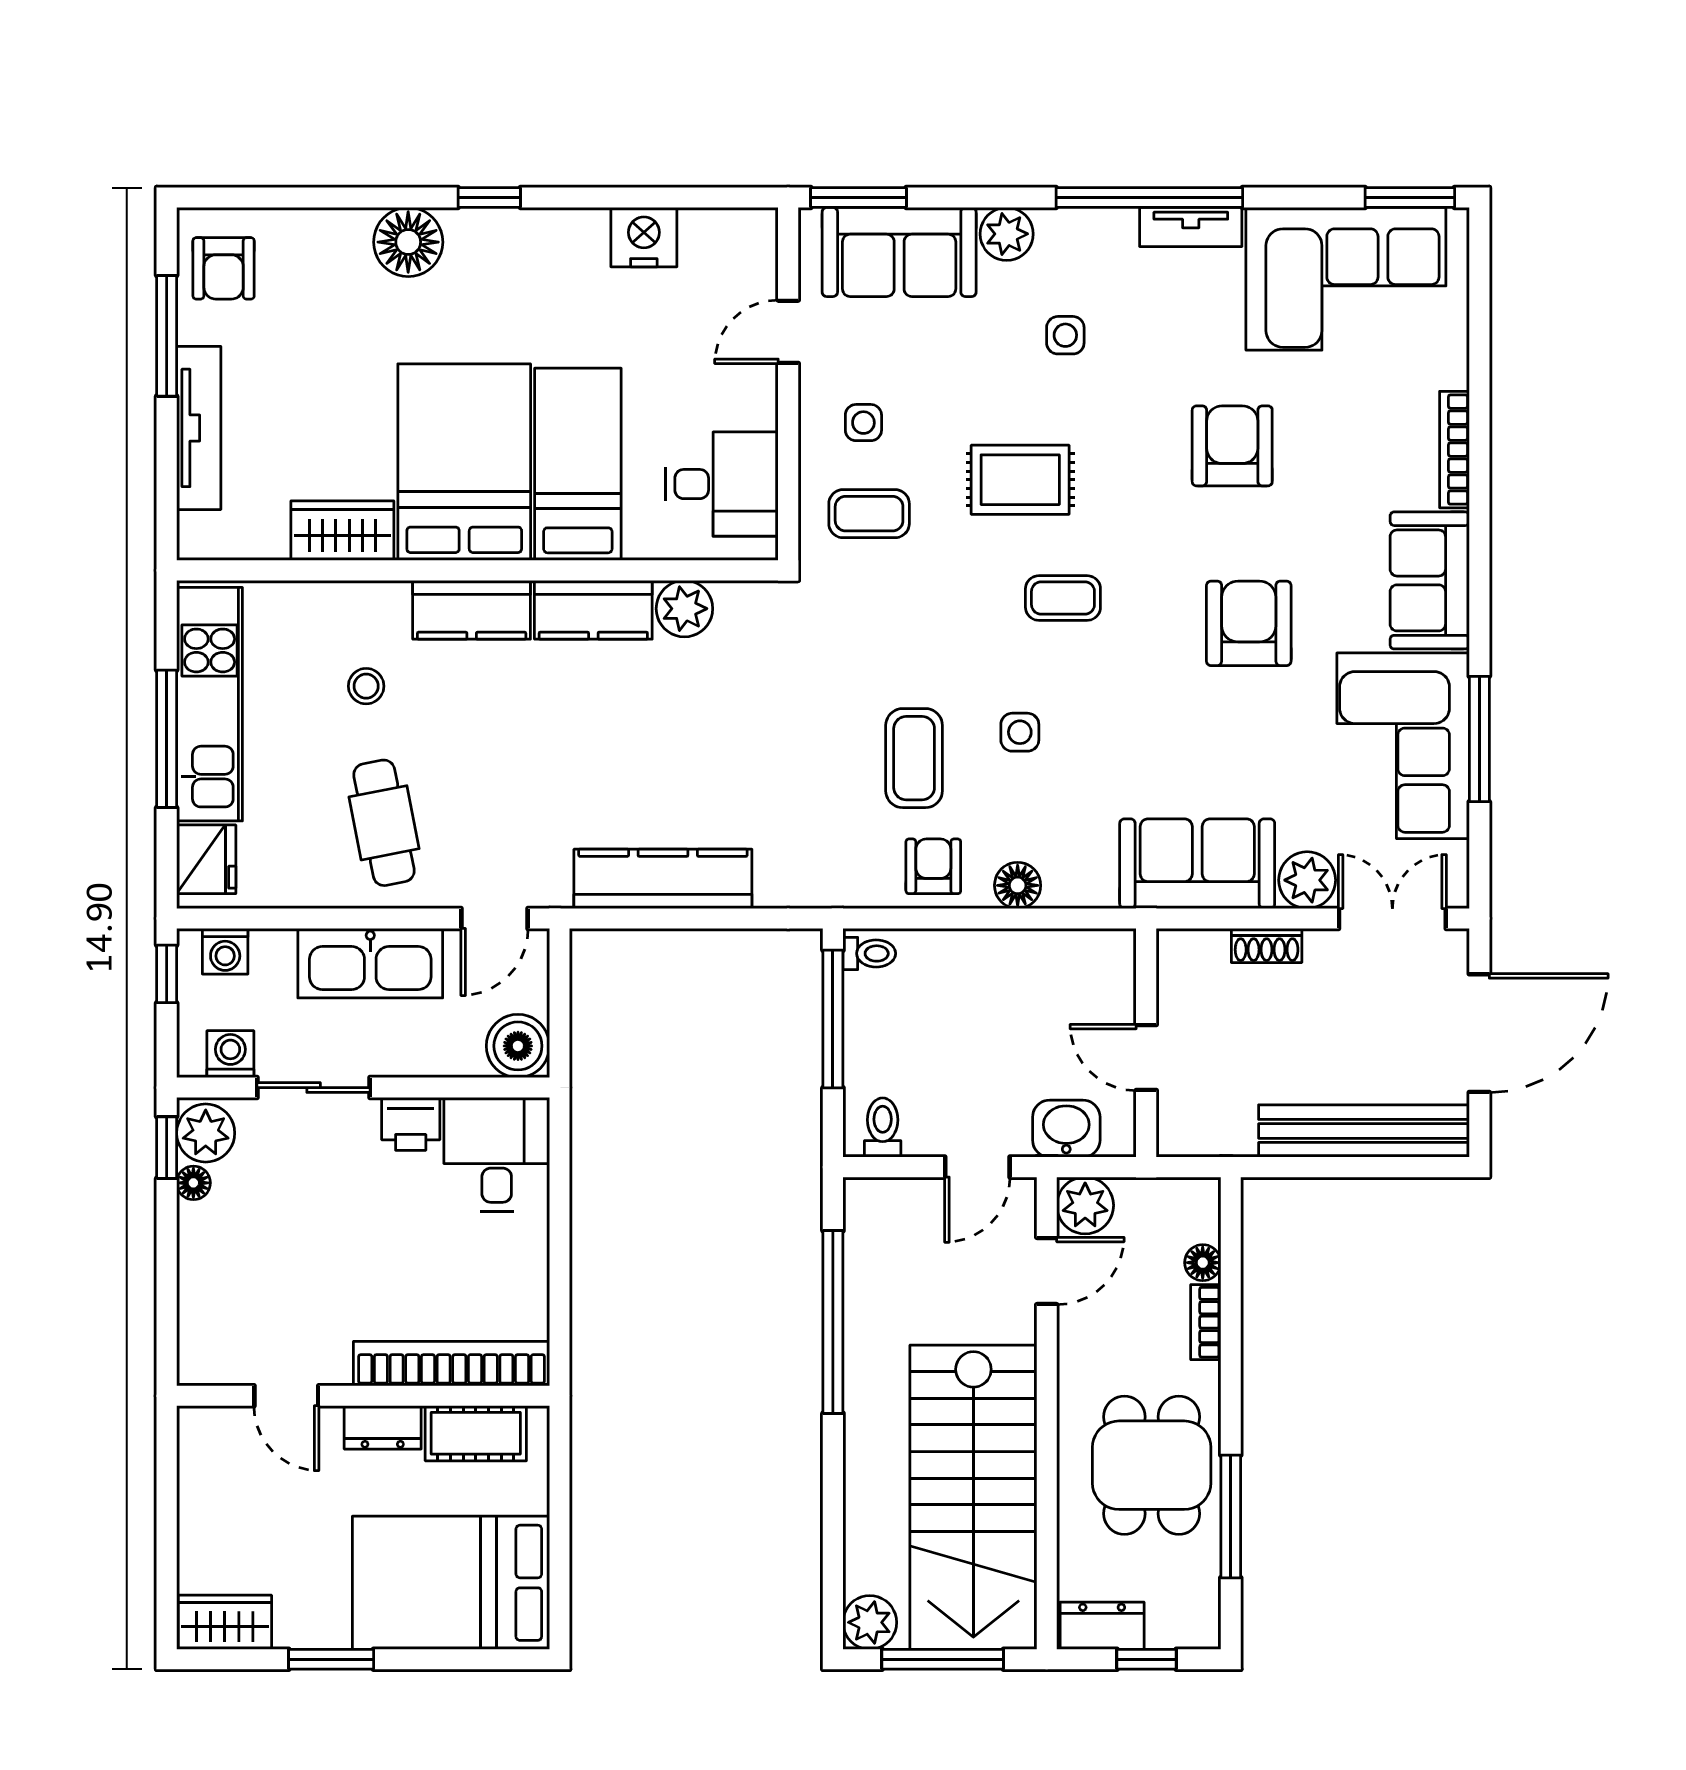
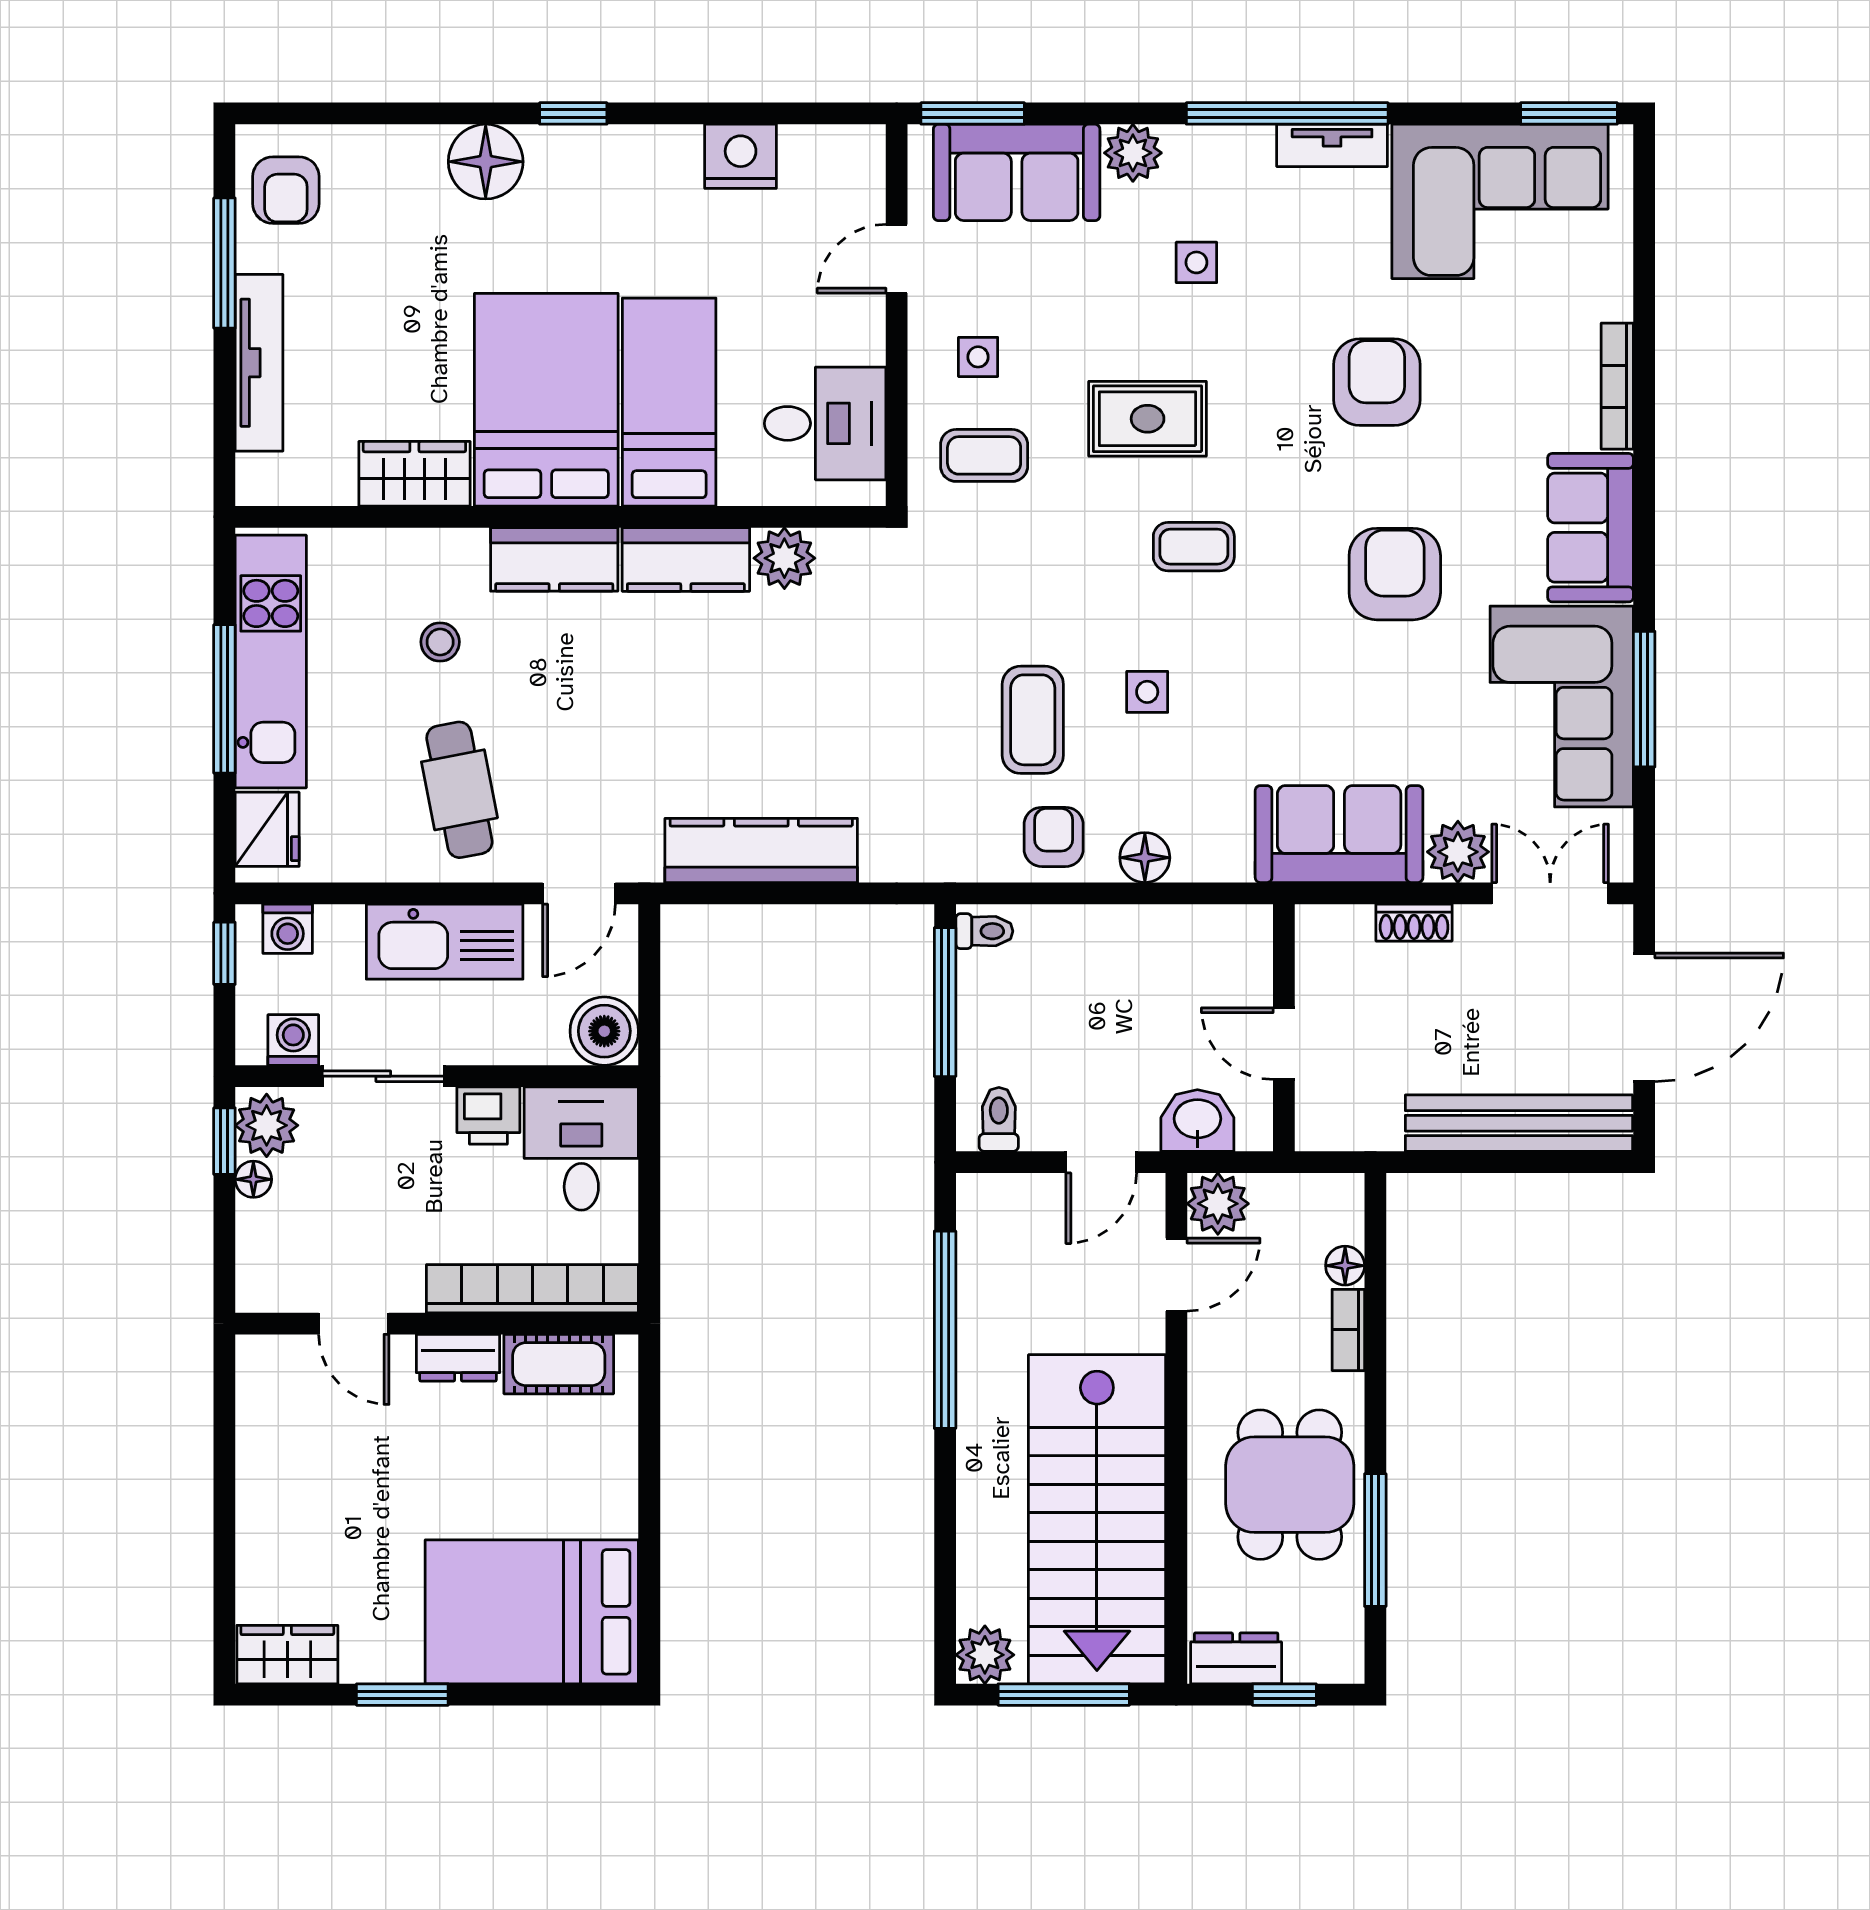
bookcase: (451, 1364) -> (532, 1289), moved
door: (286, 1396) -> (354, 1324), moved
wall: (363, 1396) -> (437, 1324), moved
dresser: (383, 1427) -> (458, 1358), moved
cot: (476, 1433) -> (559, 1364), moved

